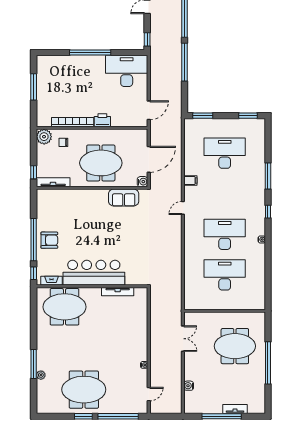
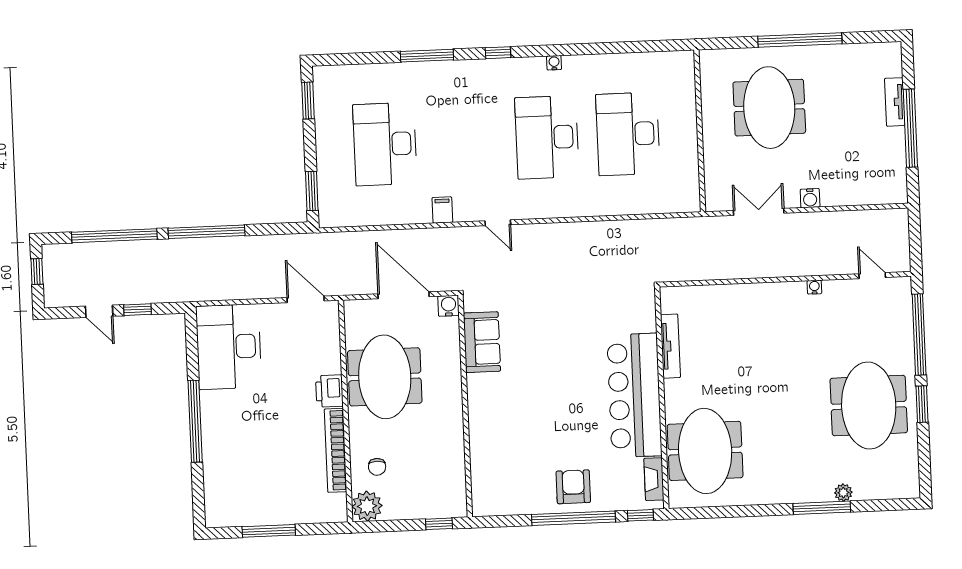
window: (147, 39) -> (137, 310), moved
meeting table: (101, 163) -> (385, 377), moved
tv unit: (53, 182) -> (457, 484), removed
water cooler: (189, 386) -> (810, 198), moved

